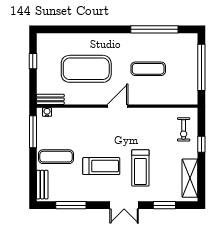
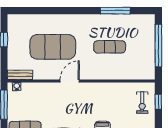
window: (154, 29) -> (115, 11), width x0.68
door: (117, 106) -> (70, 81), moved
window: (201, 144) -> (158, 102), moved

